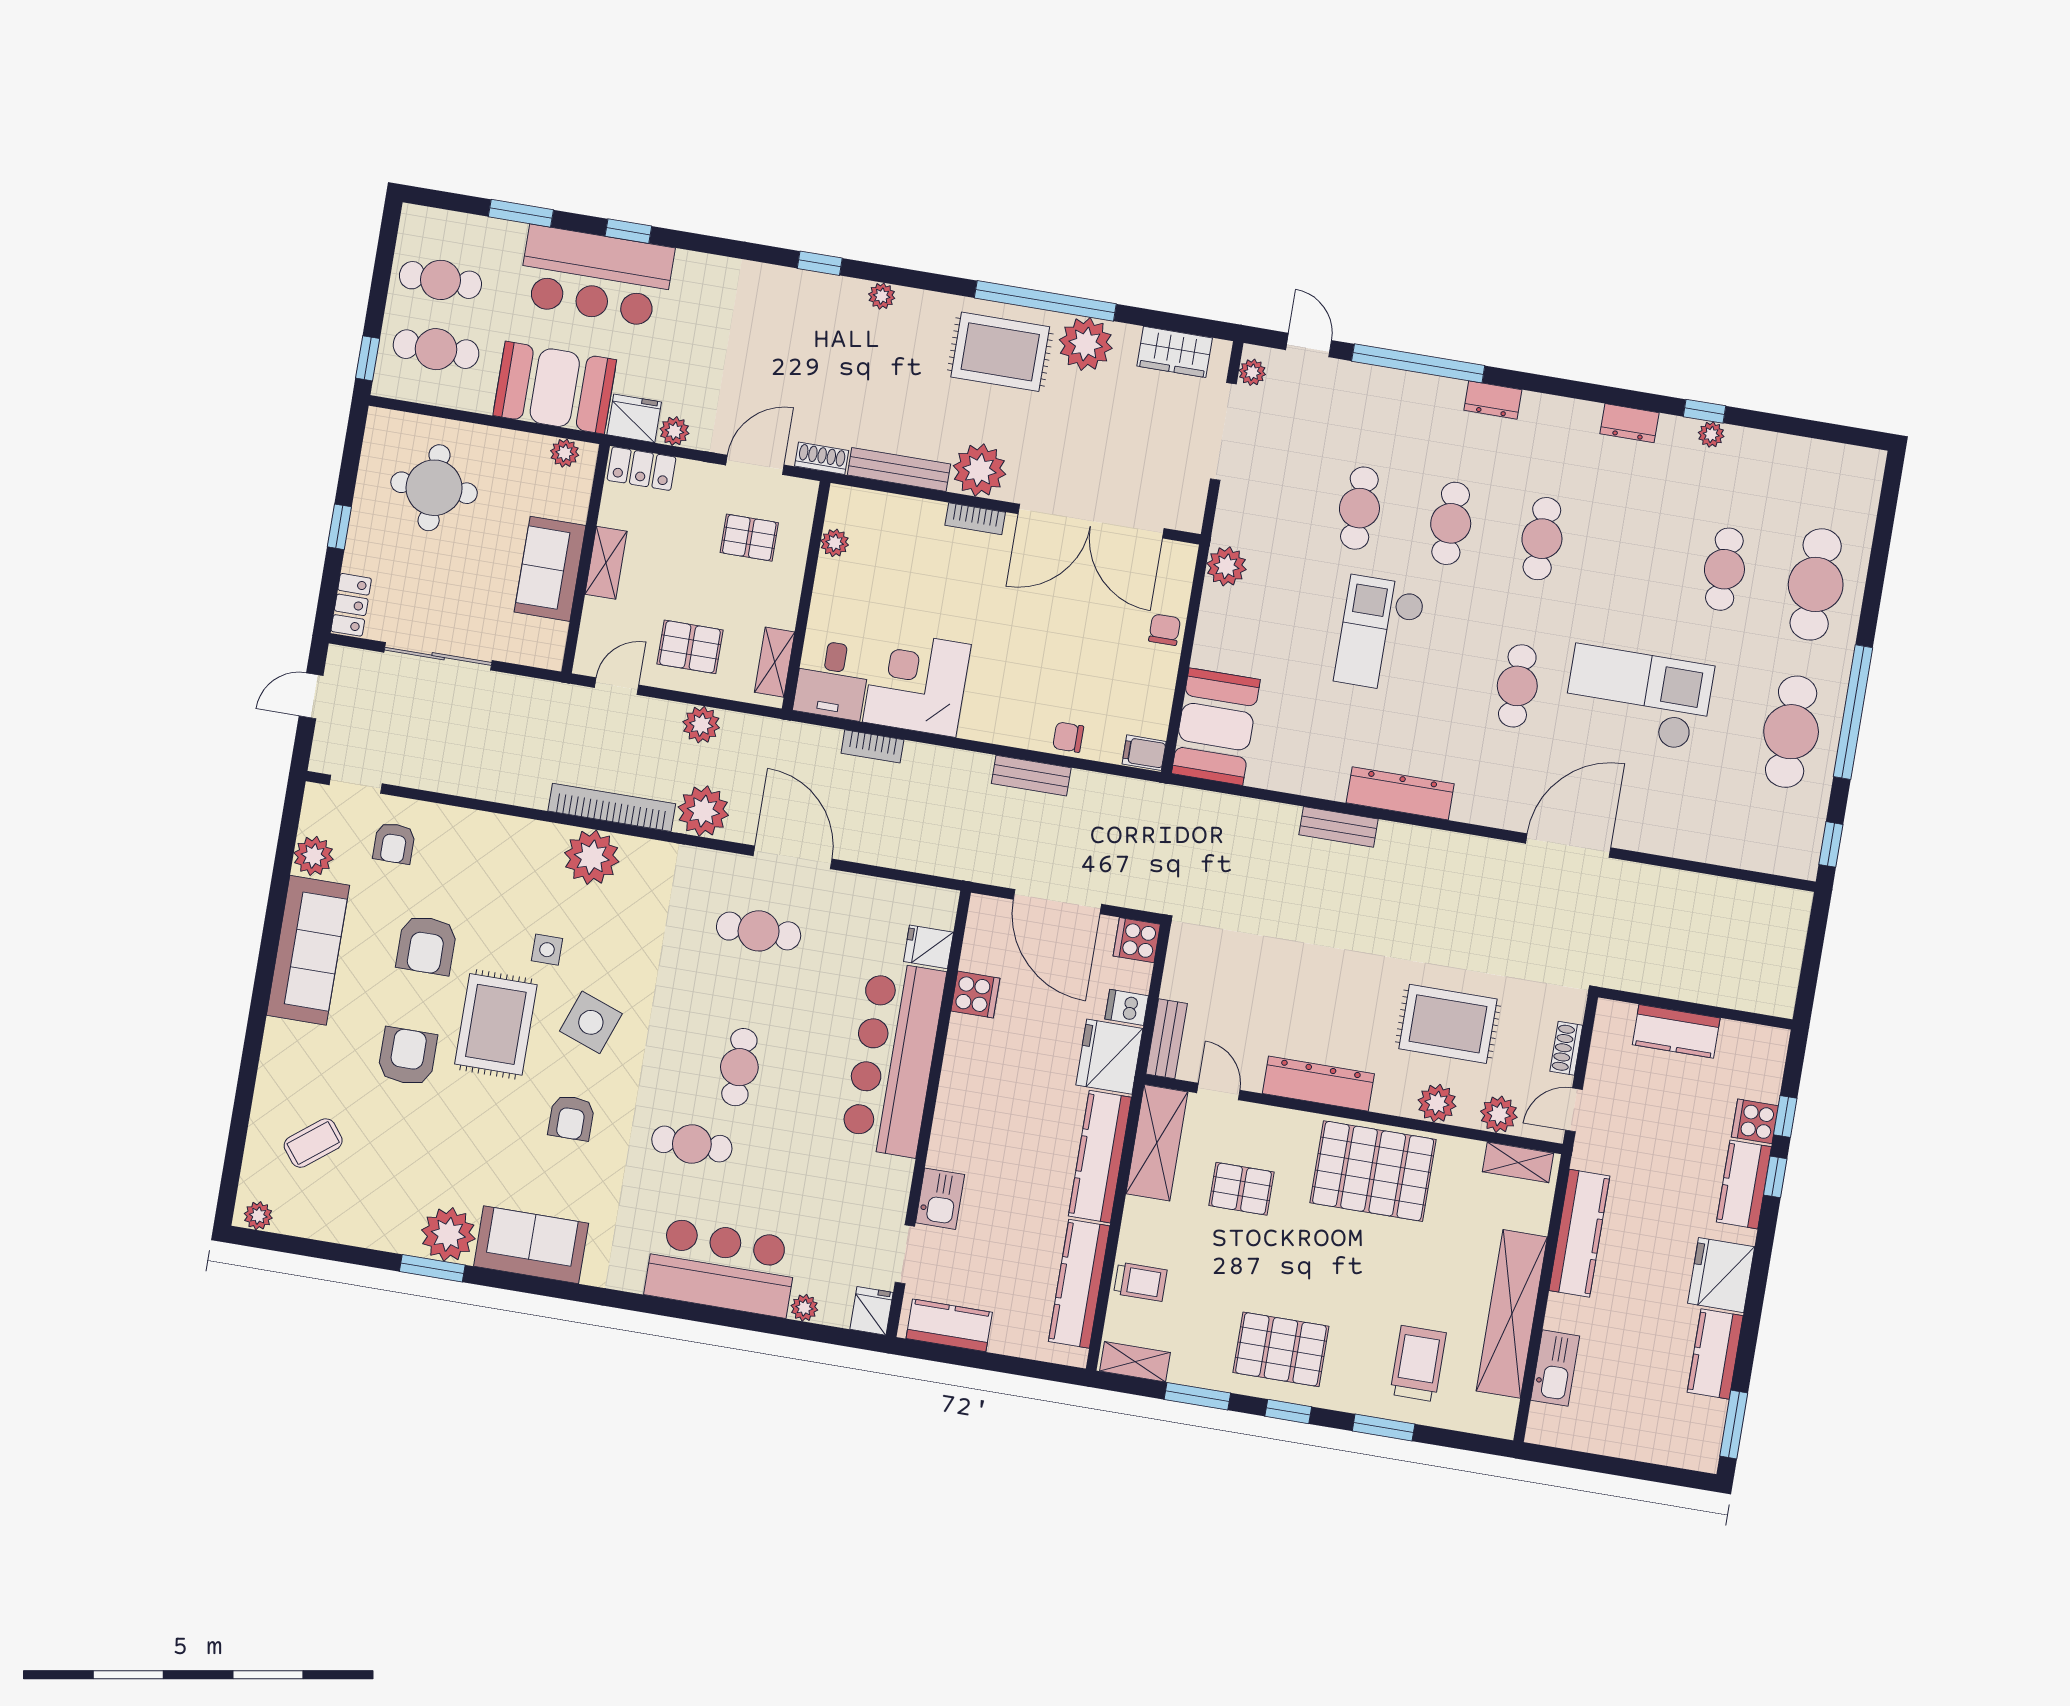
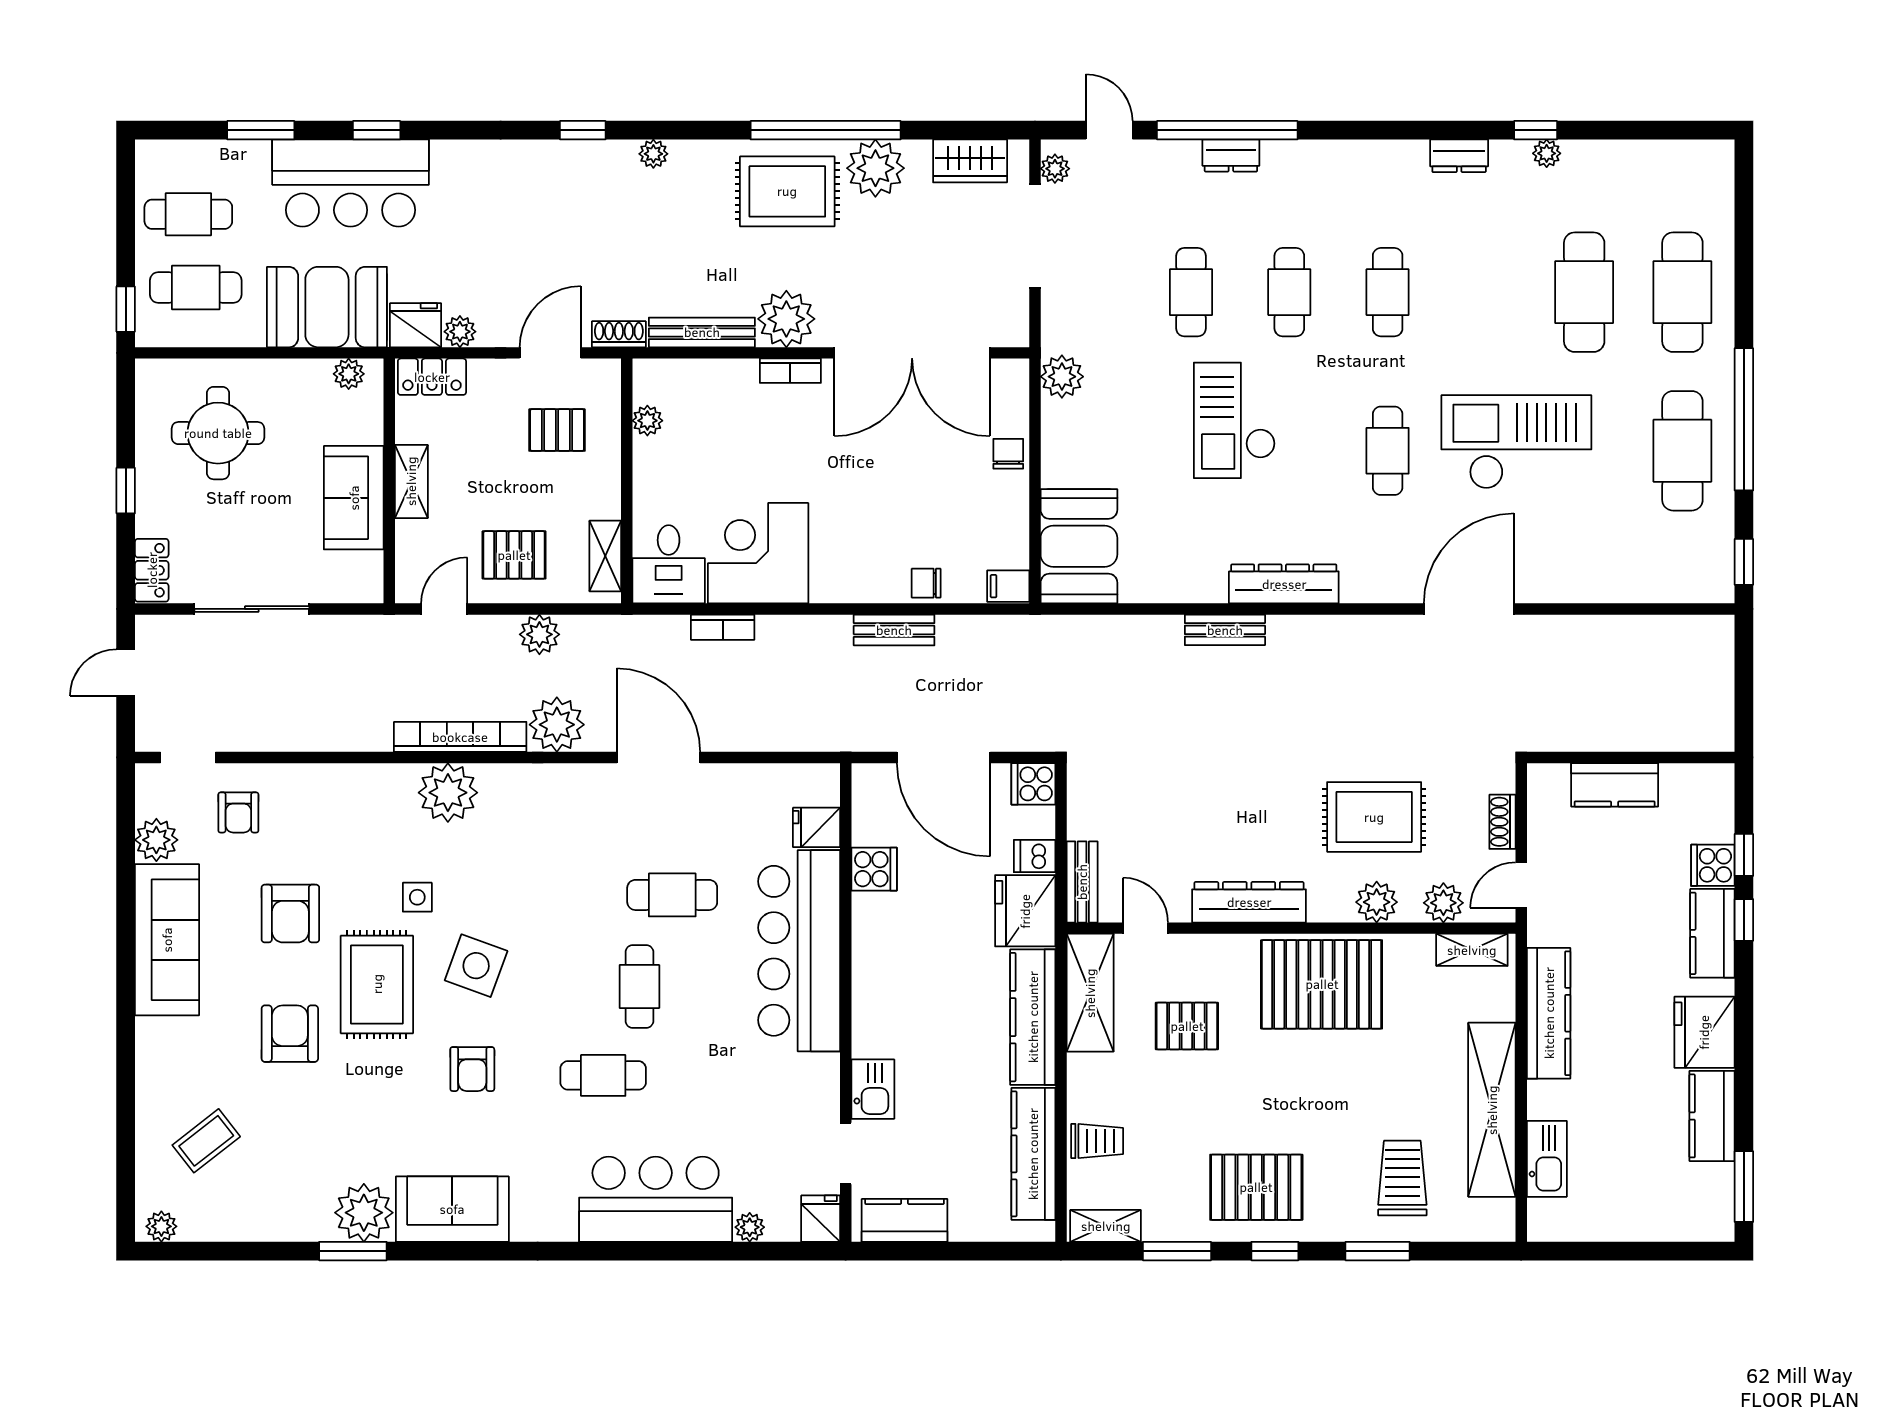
dresser: (1493, 400) -> (1231, 156), moved
cafe table: (1724, 569) -> (1584, 292), width x1.37, depth x1.35
cafe table: (759, 931) -> (672, 895), moved

